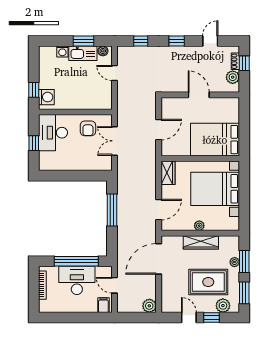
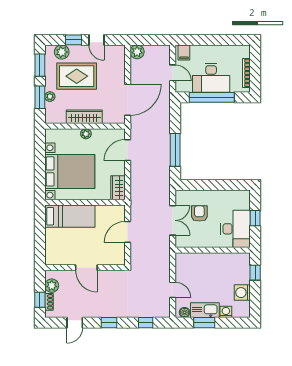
washing machine: (46, 97) -> (242, 293), moved
armchair: (88, 128) -> (199, 213), moved
bed: (215, 140) -> (70, 216), width x0.67

